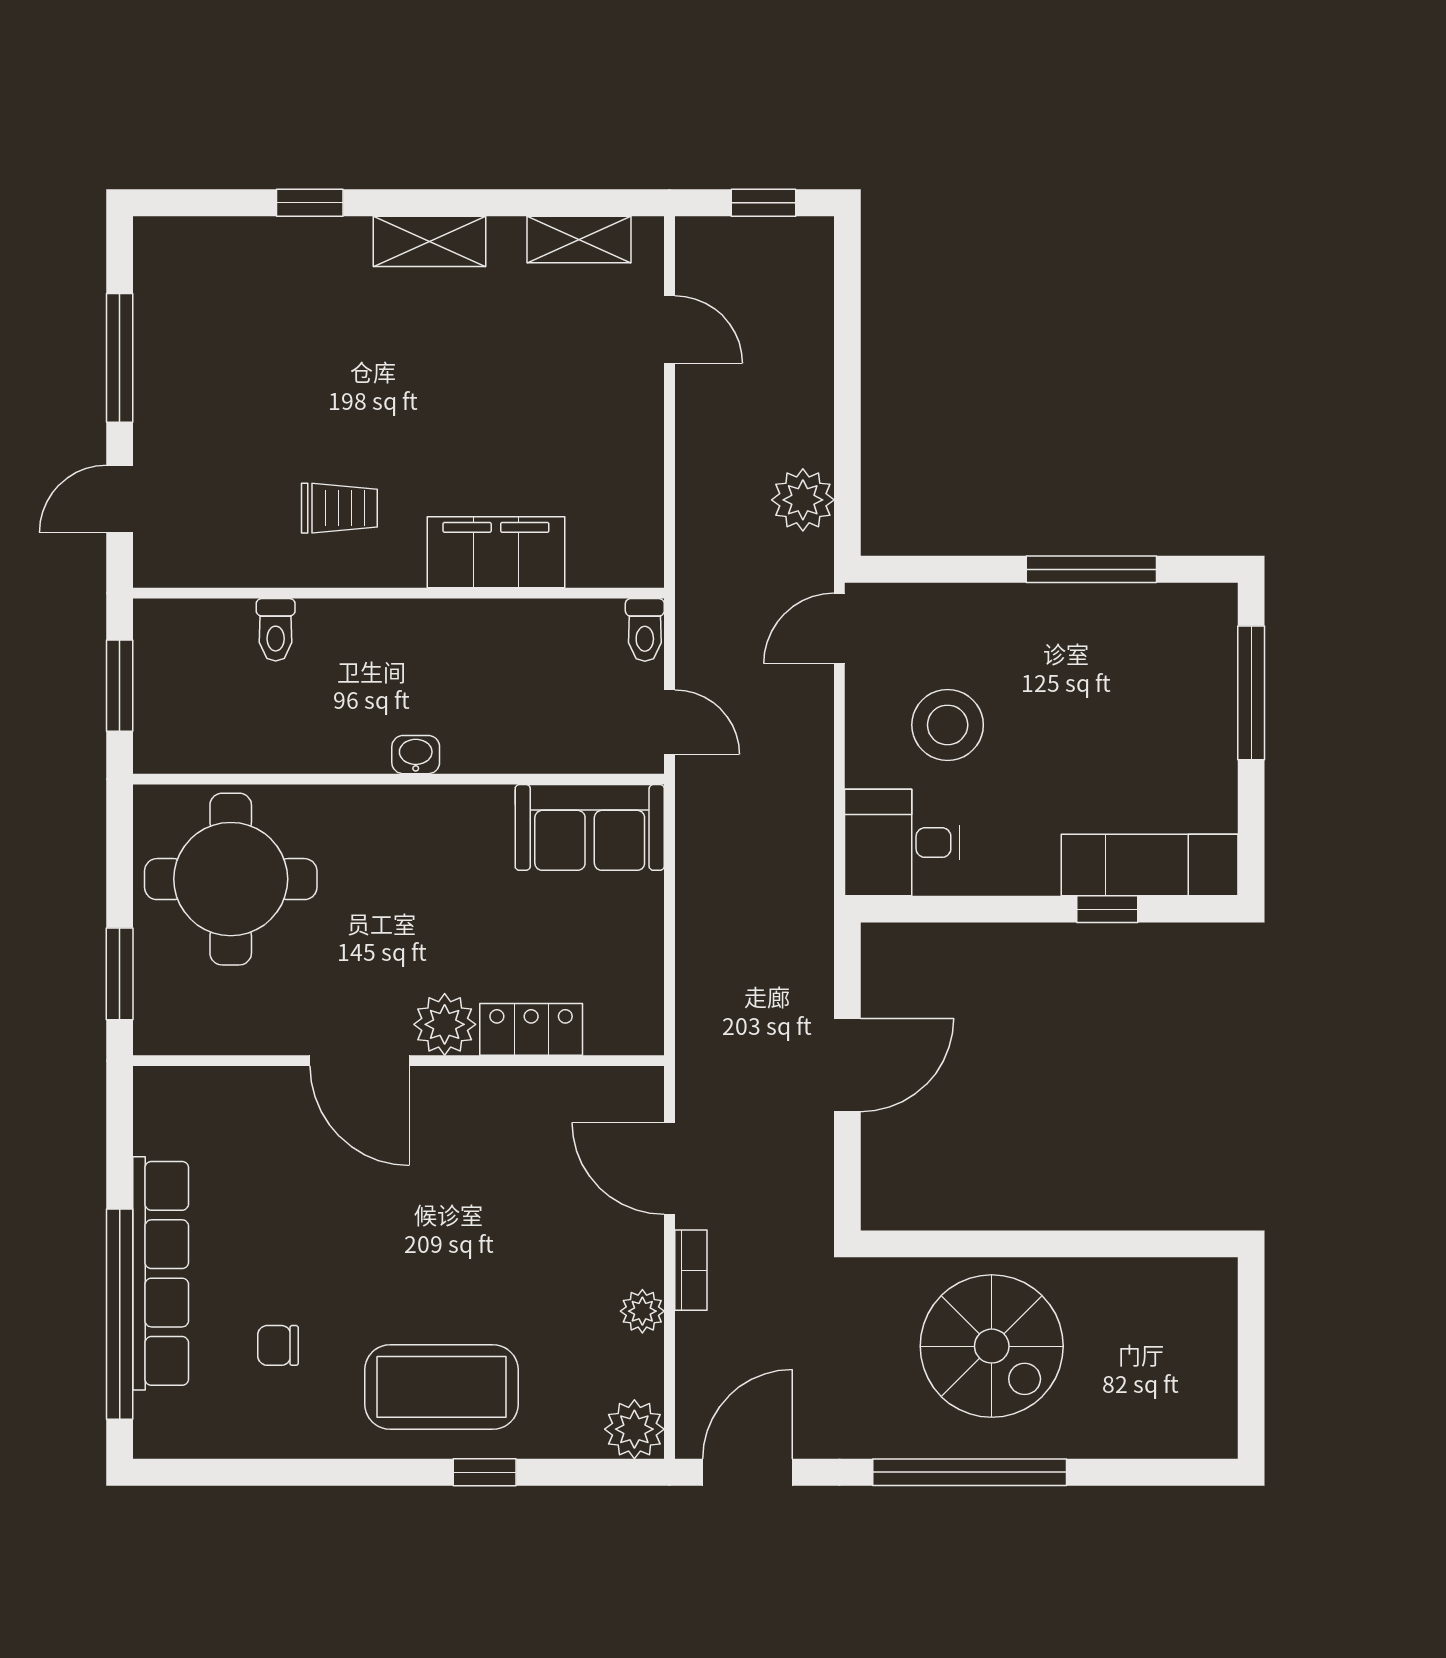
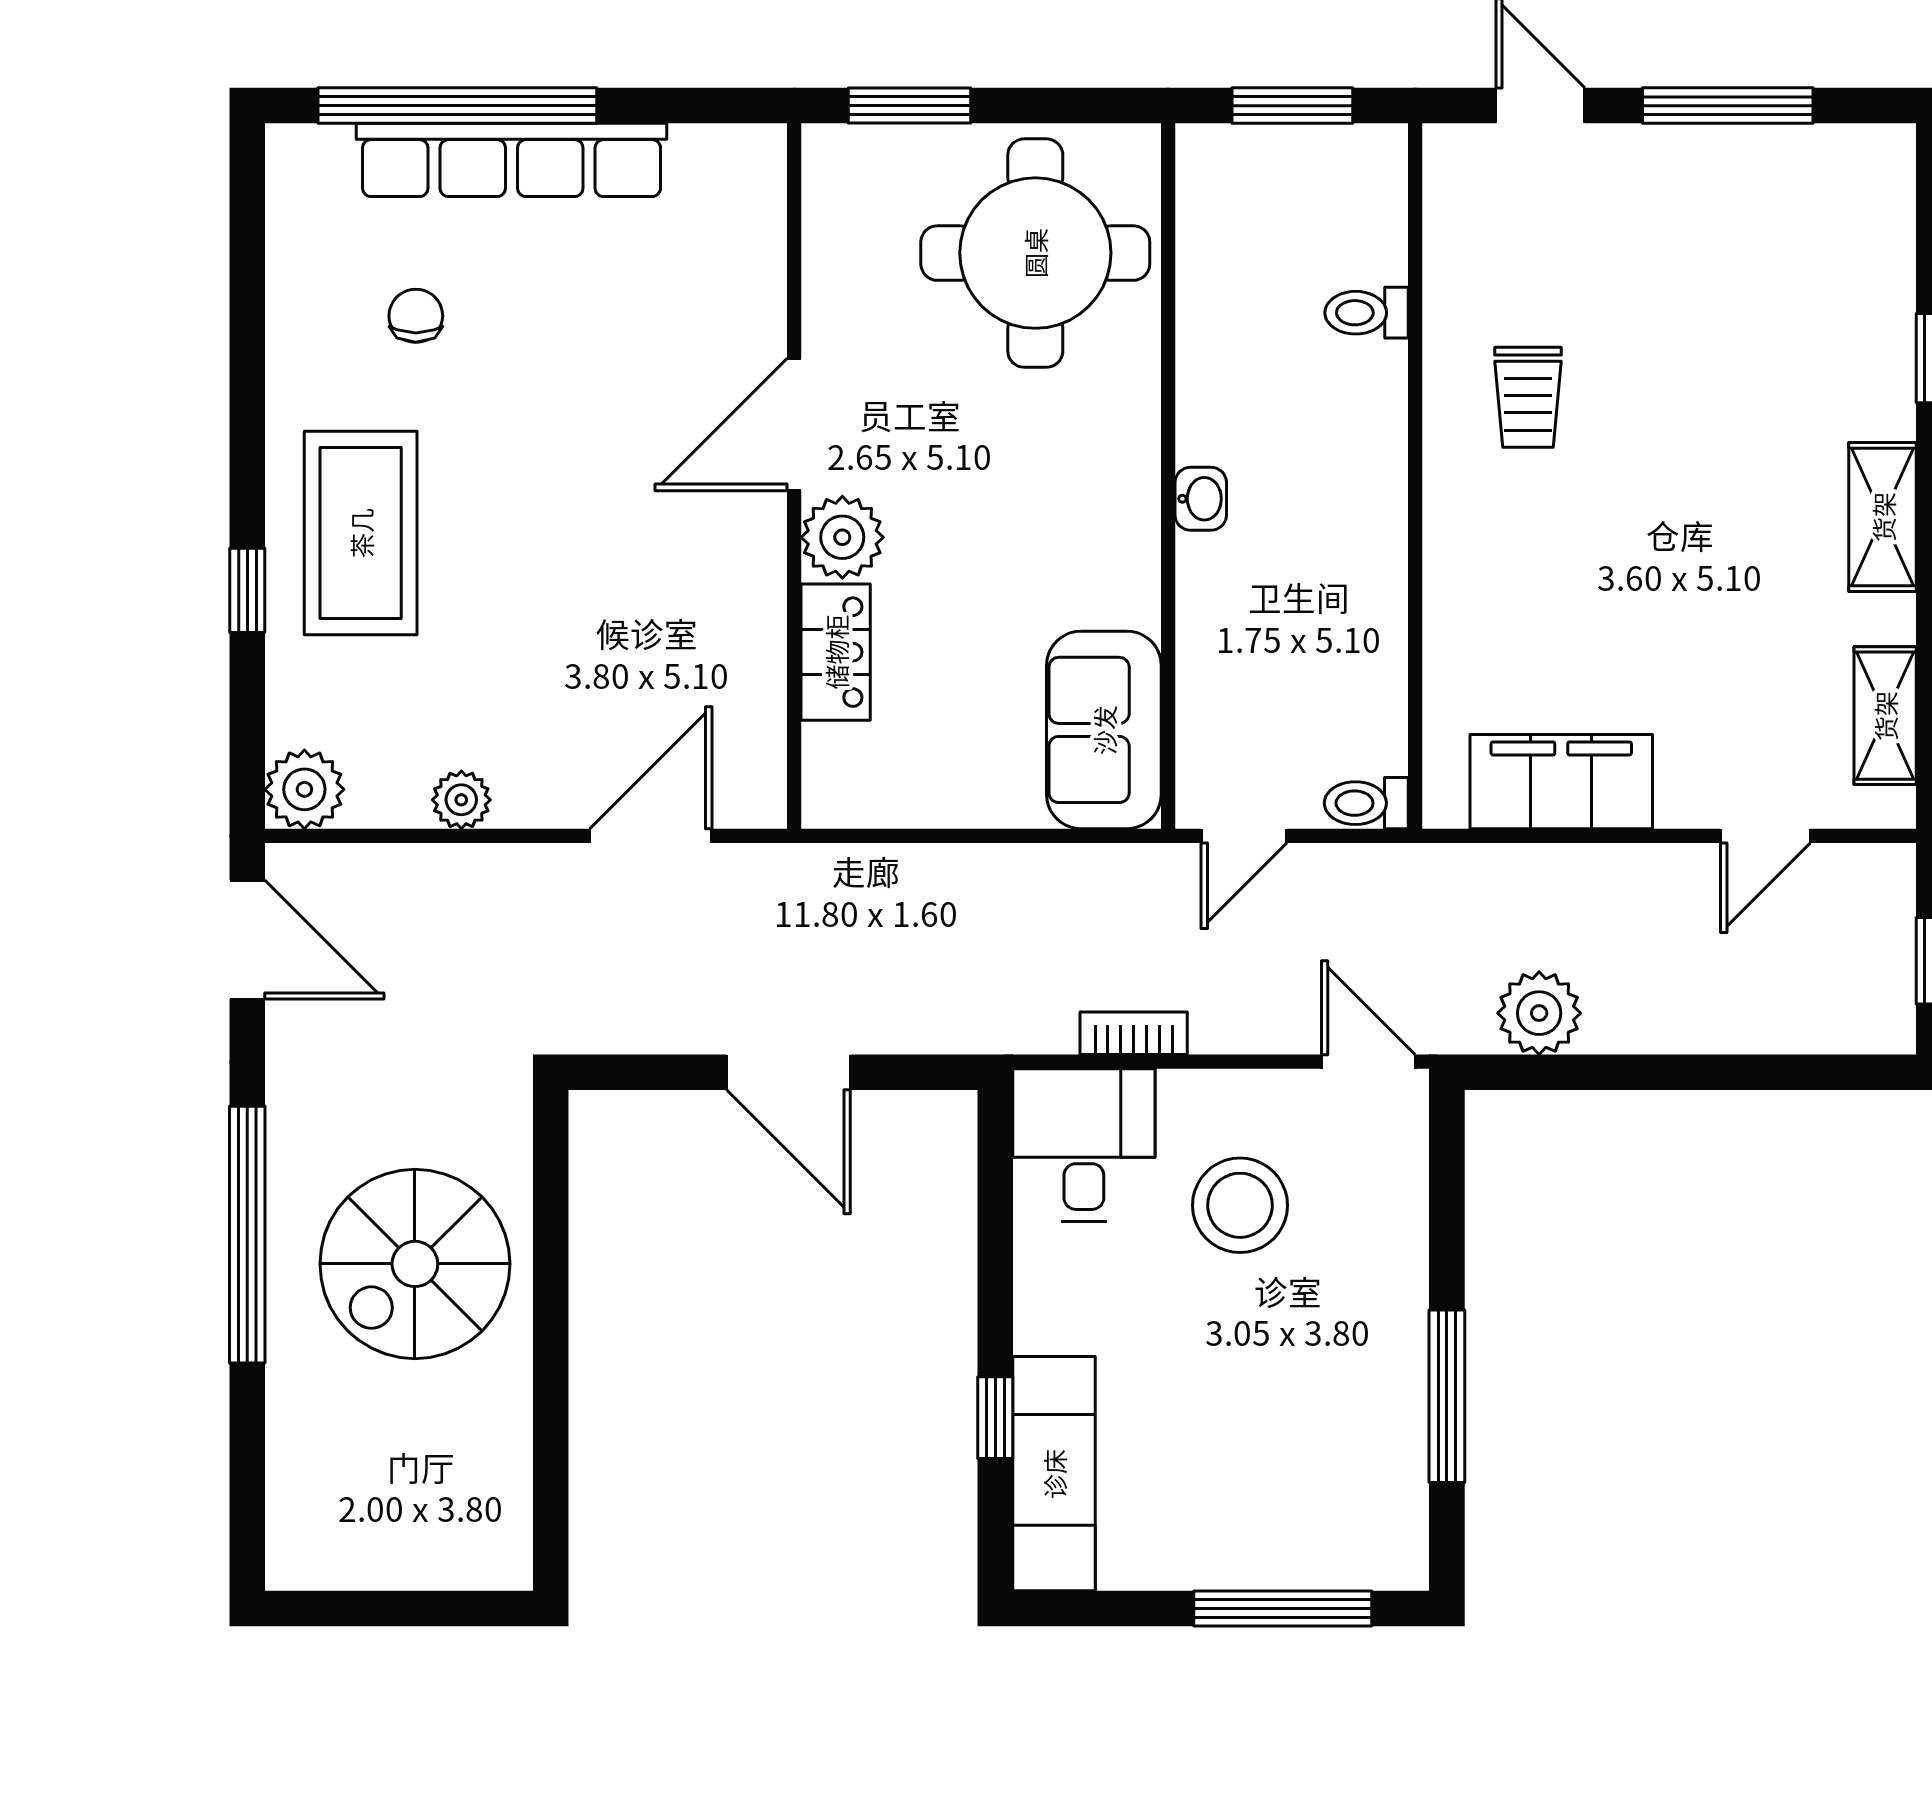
filing cabinet: (496, 552) -> (1561, 782), moved, turned -90
bookcase: (691, 1270) -> (1134, 1033), moved, turned 180

